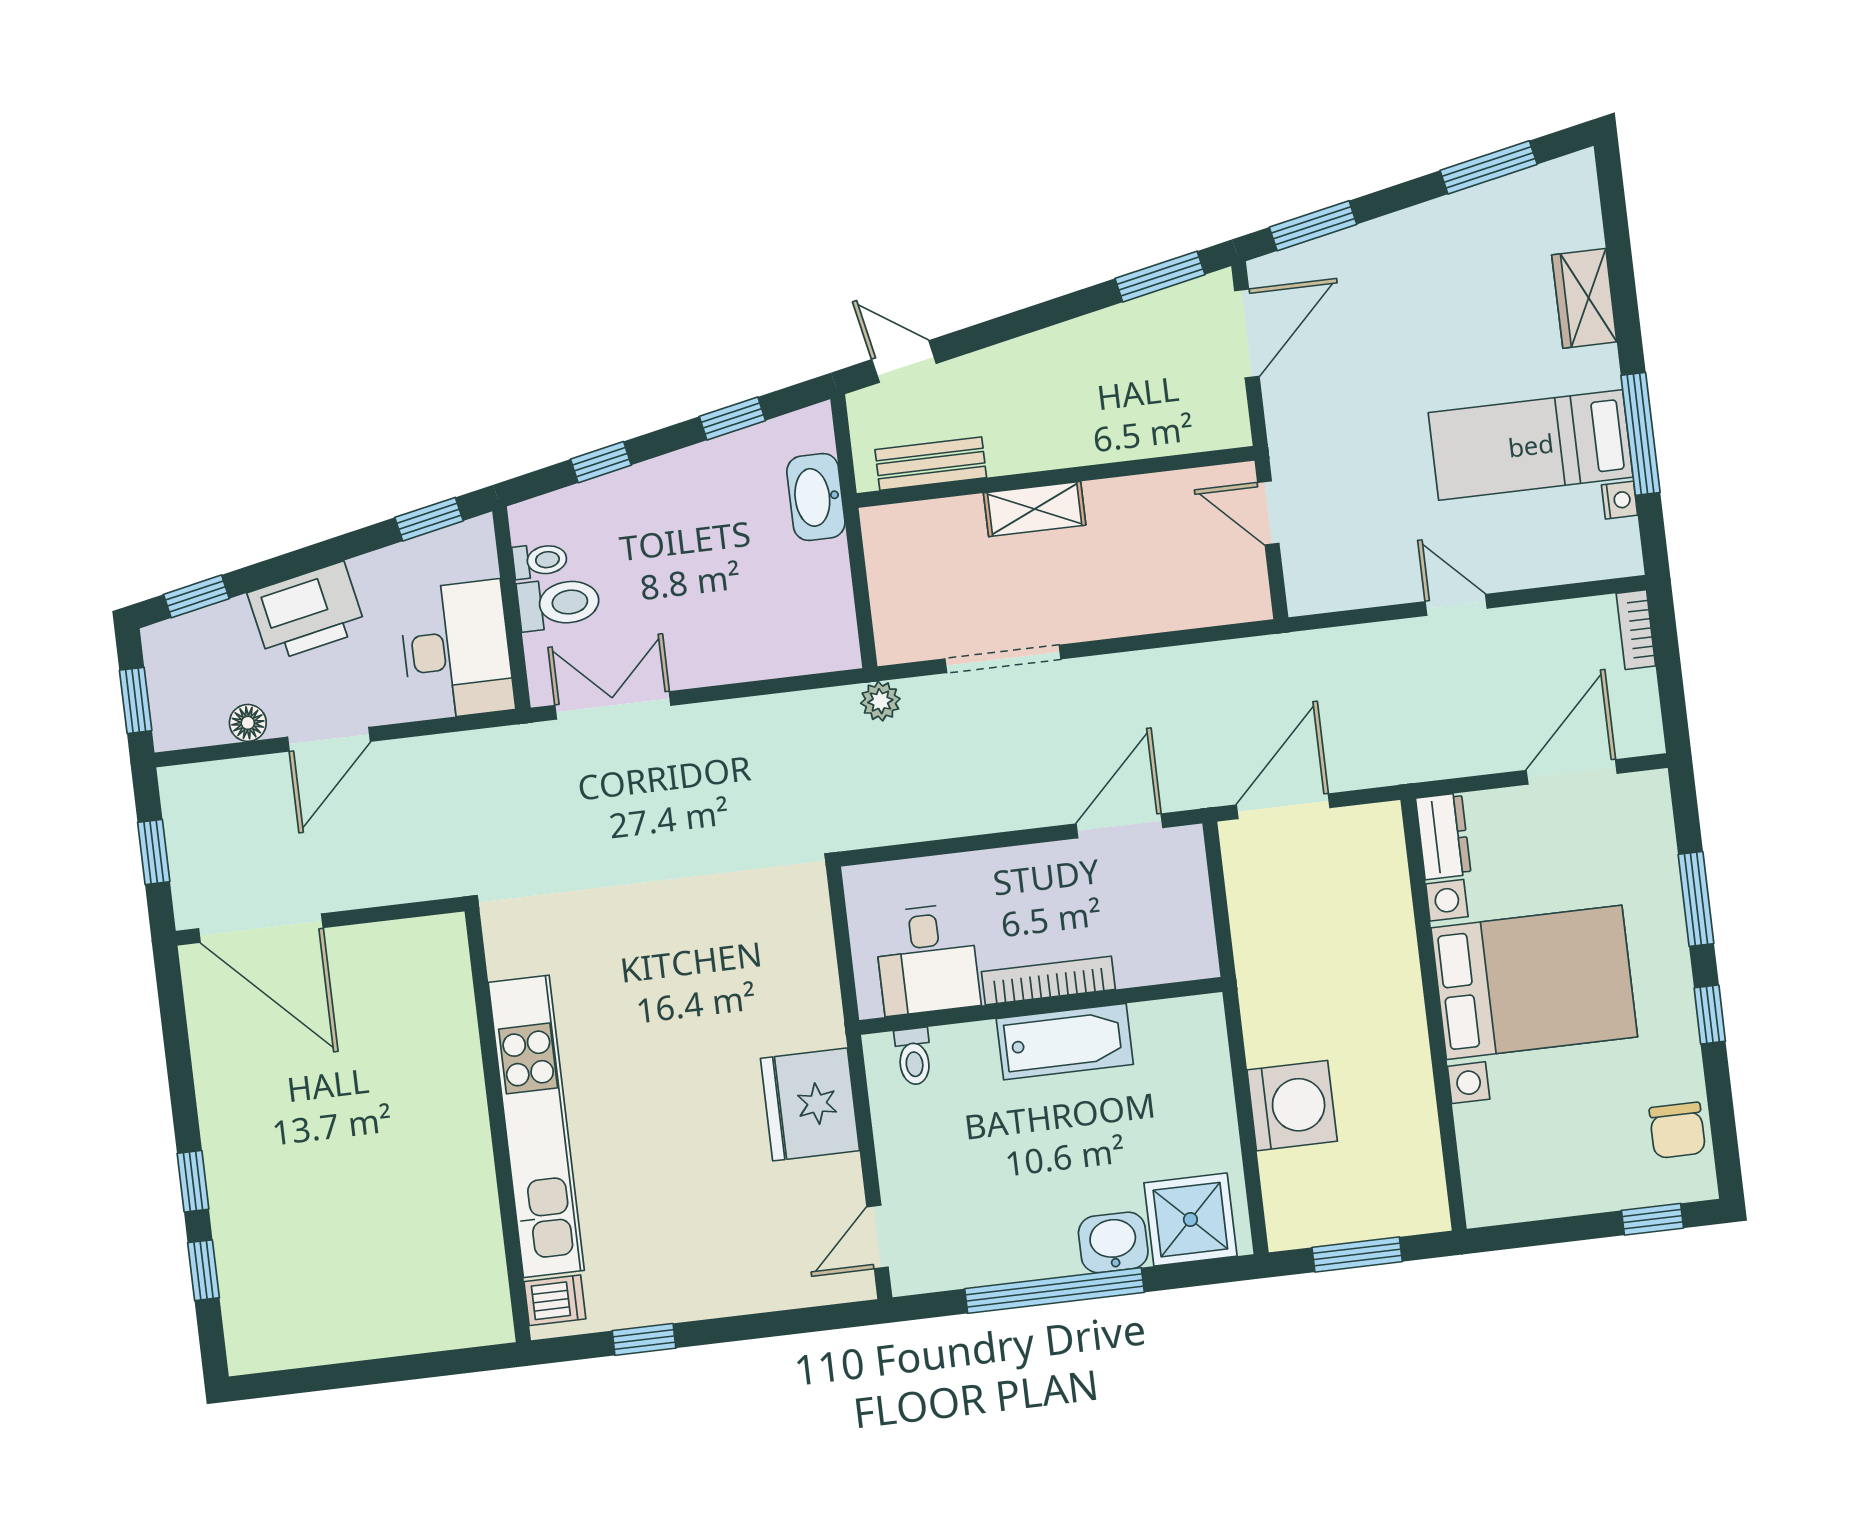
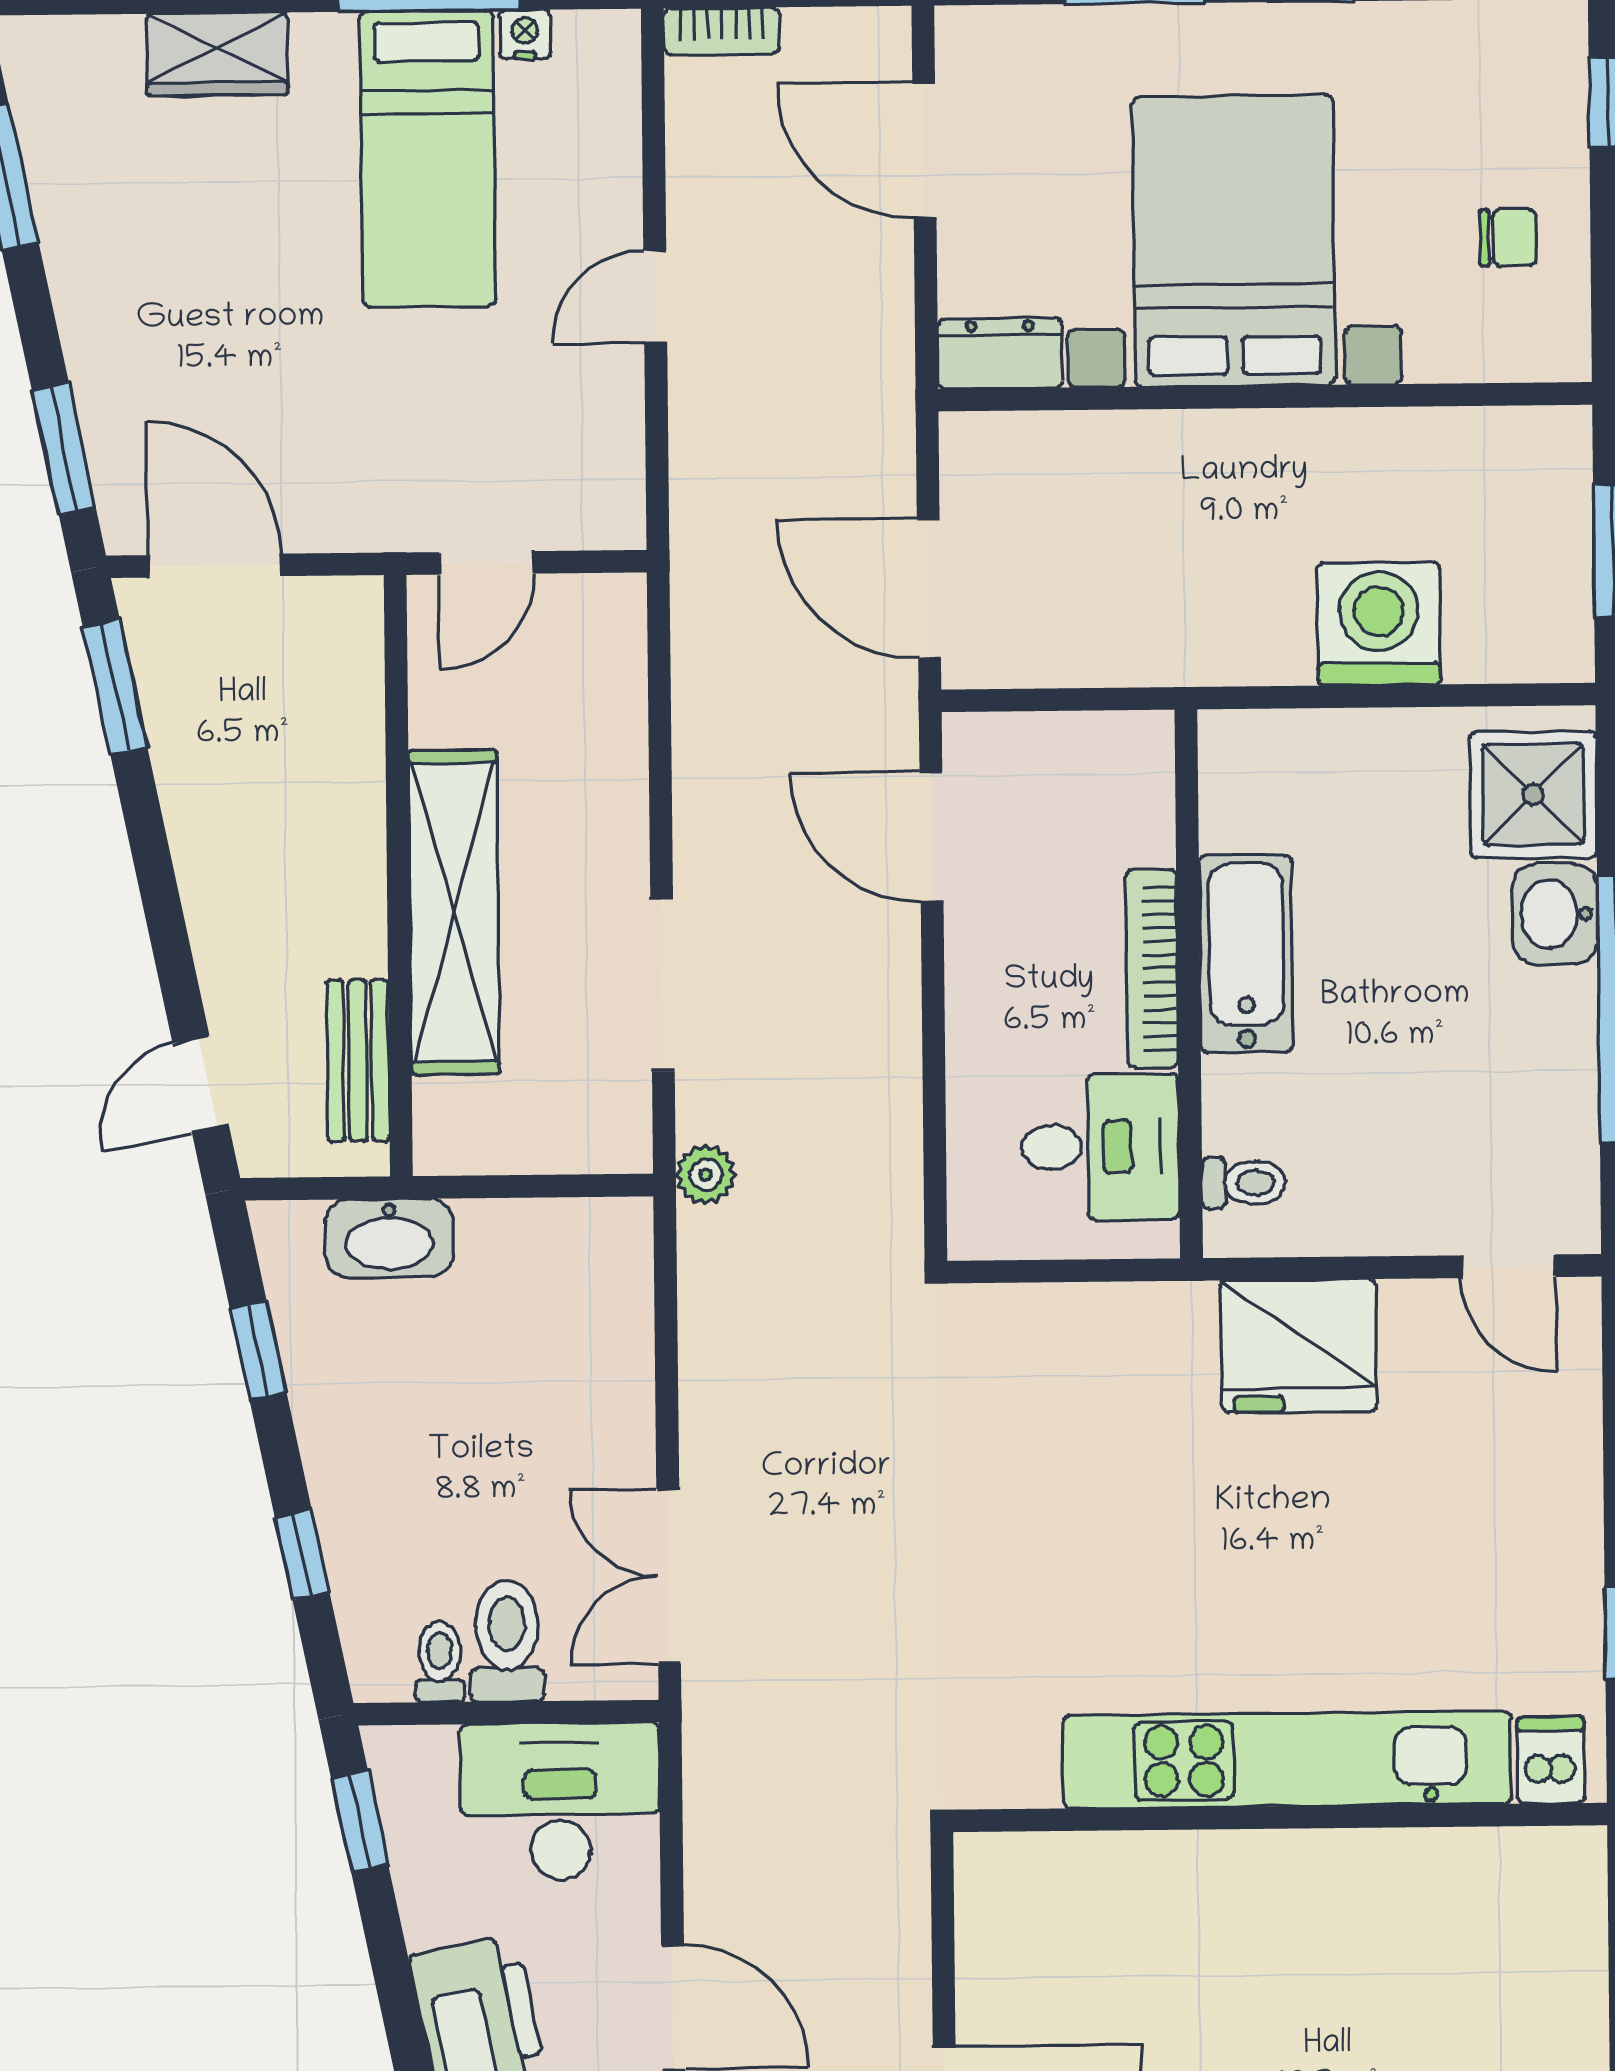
shelving: (1035, 509) -> (454, 912), width x2.20, depth x1.33
chair: (1677, 1130) -> (1508, 238), moved, width x0.73, depth x0.73

